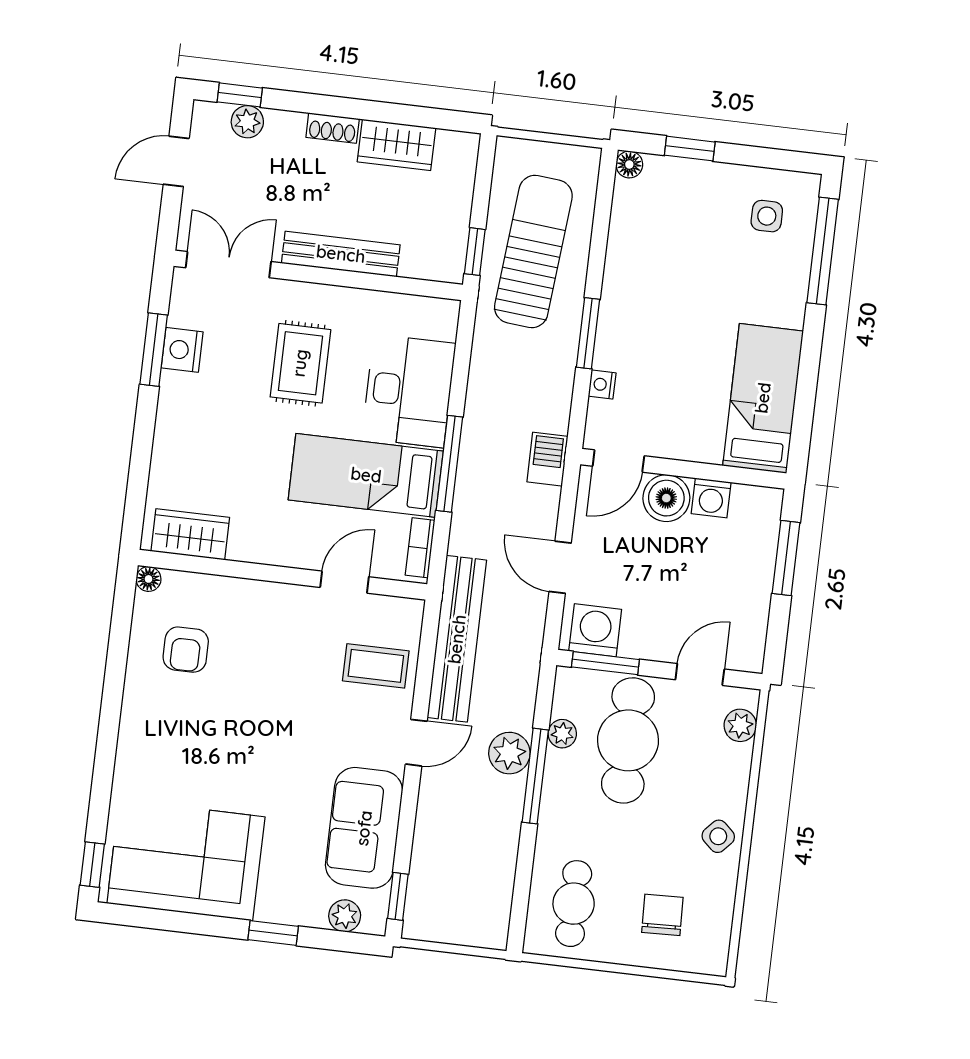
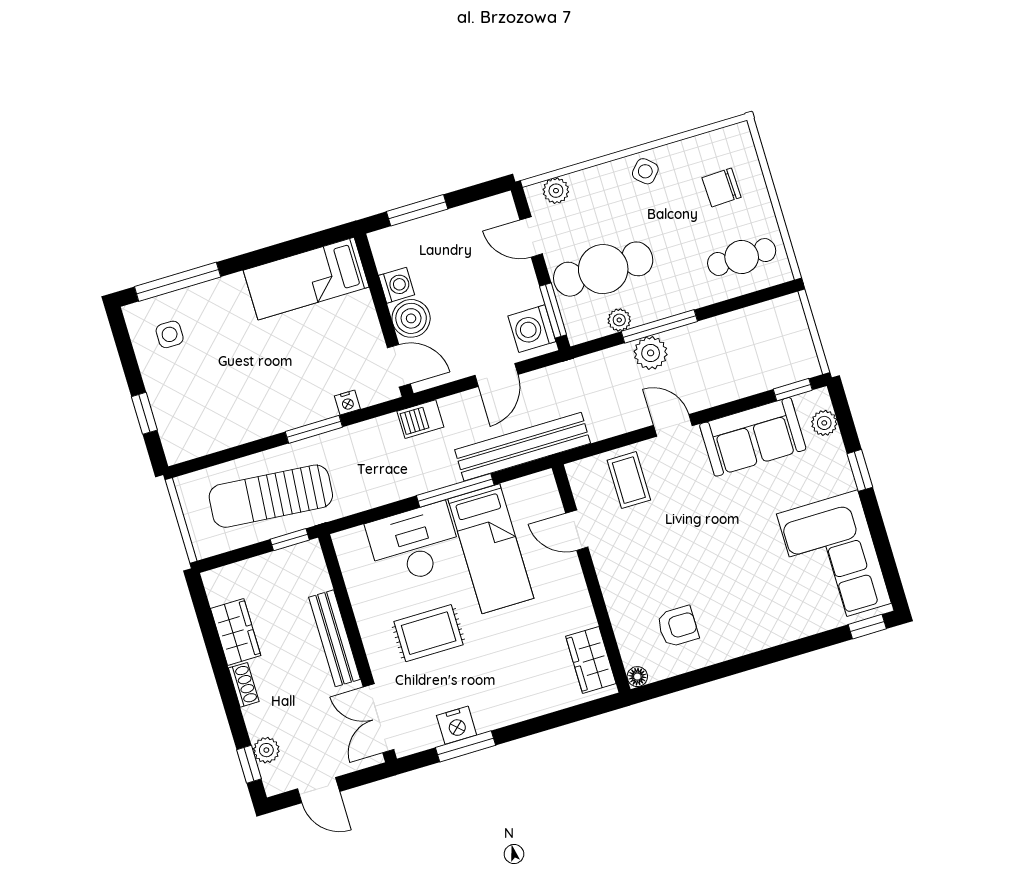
floor lamp: (629, 165) -> (175, 453), removed
bookcase: (420, 548) -> (527, 485), removed
bench: (457, 639) -> (523, 447), moved

